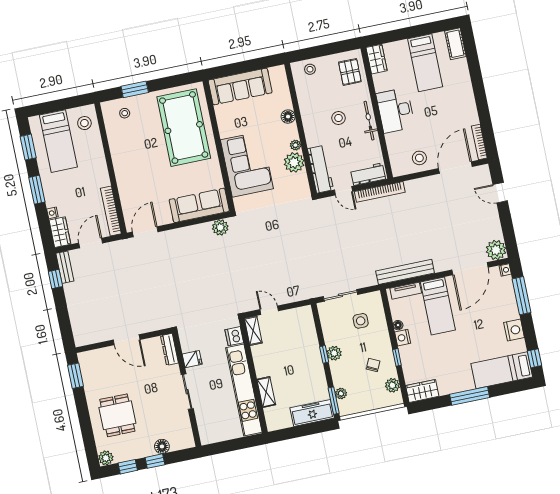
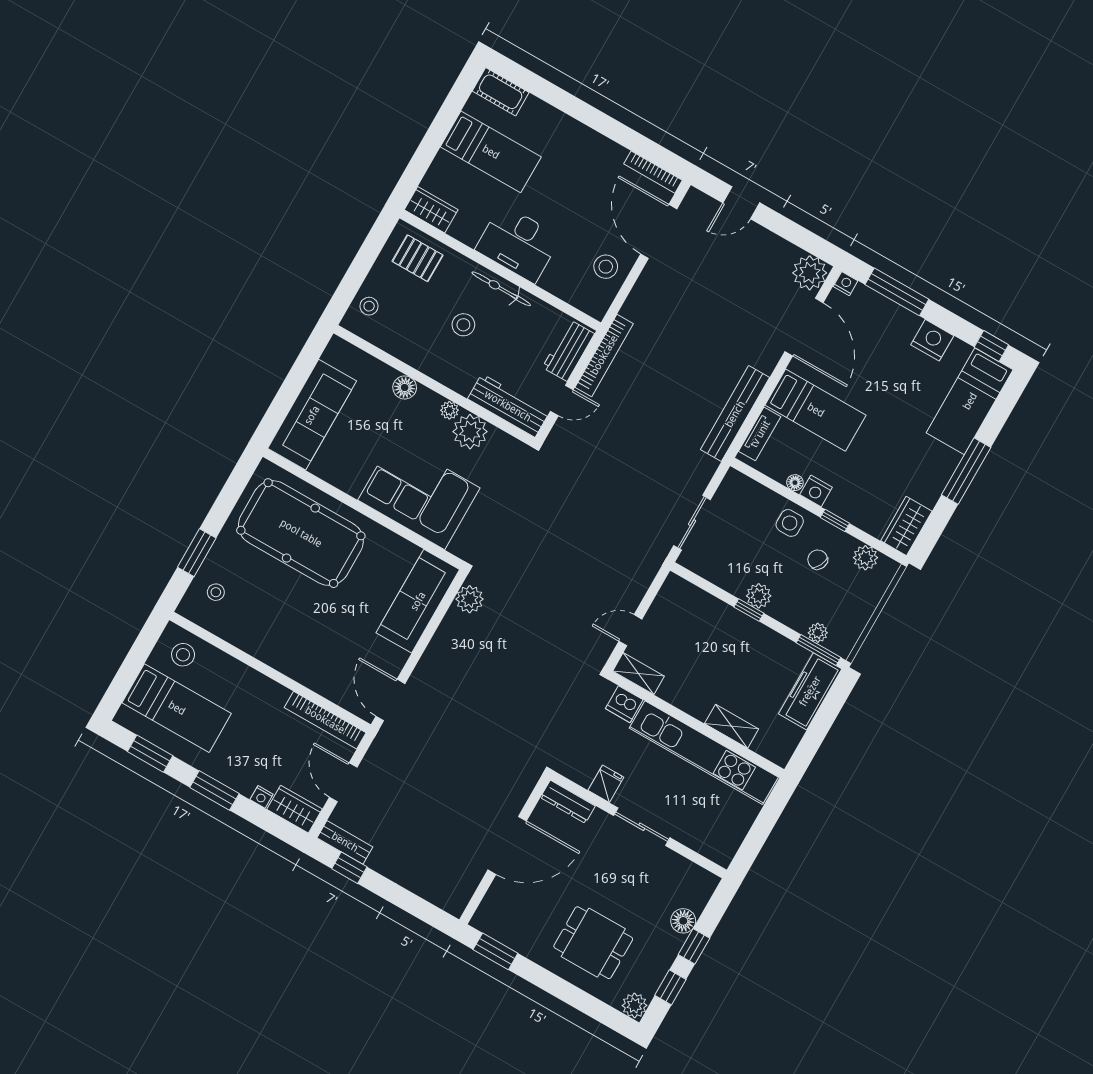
side table: (361, 321) -> (790, 523), moved
door: (127, 340) -> (507, 845), width x1.36

